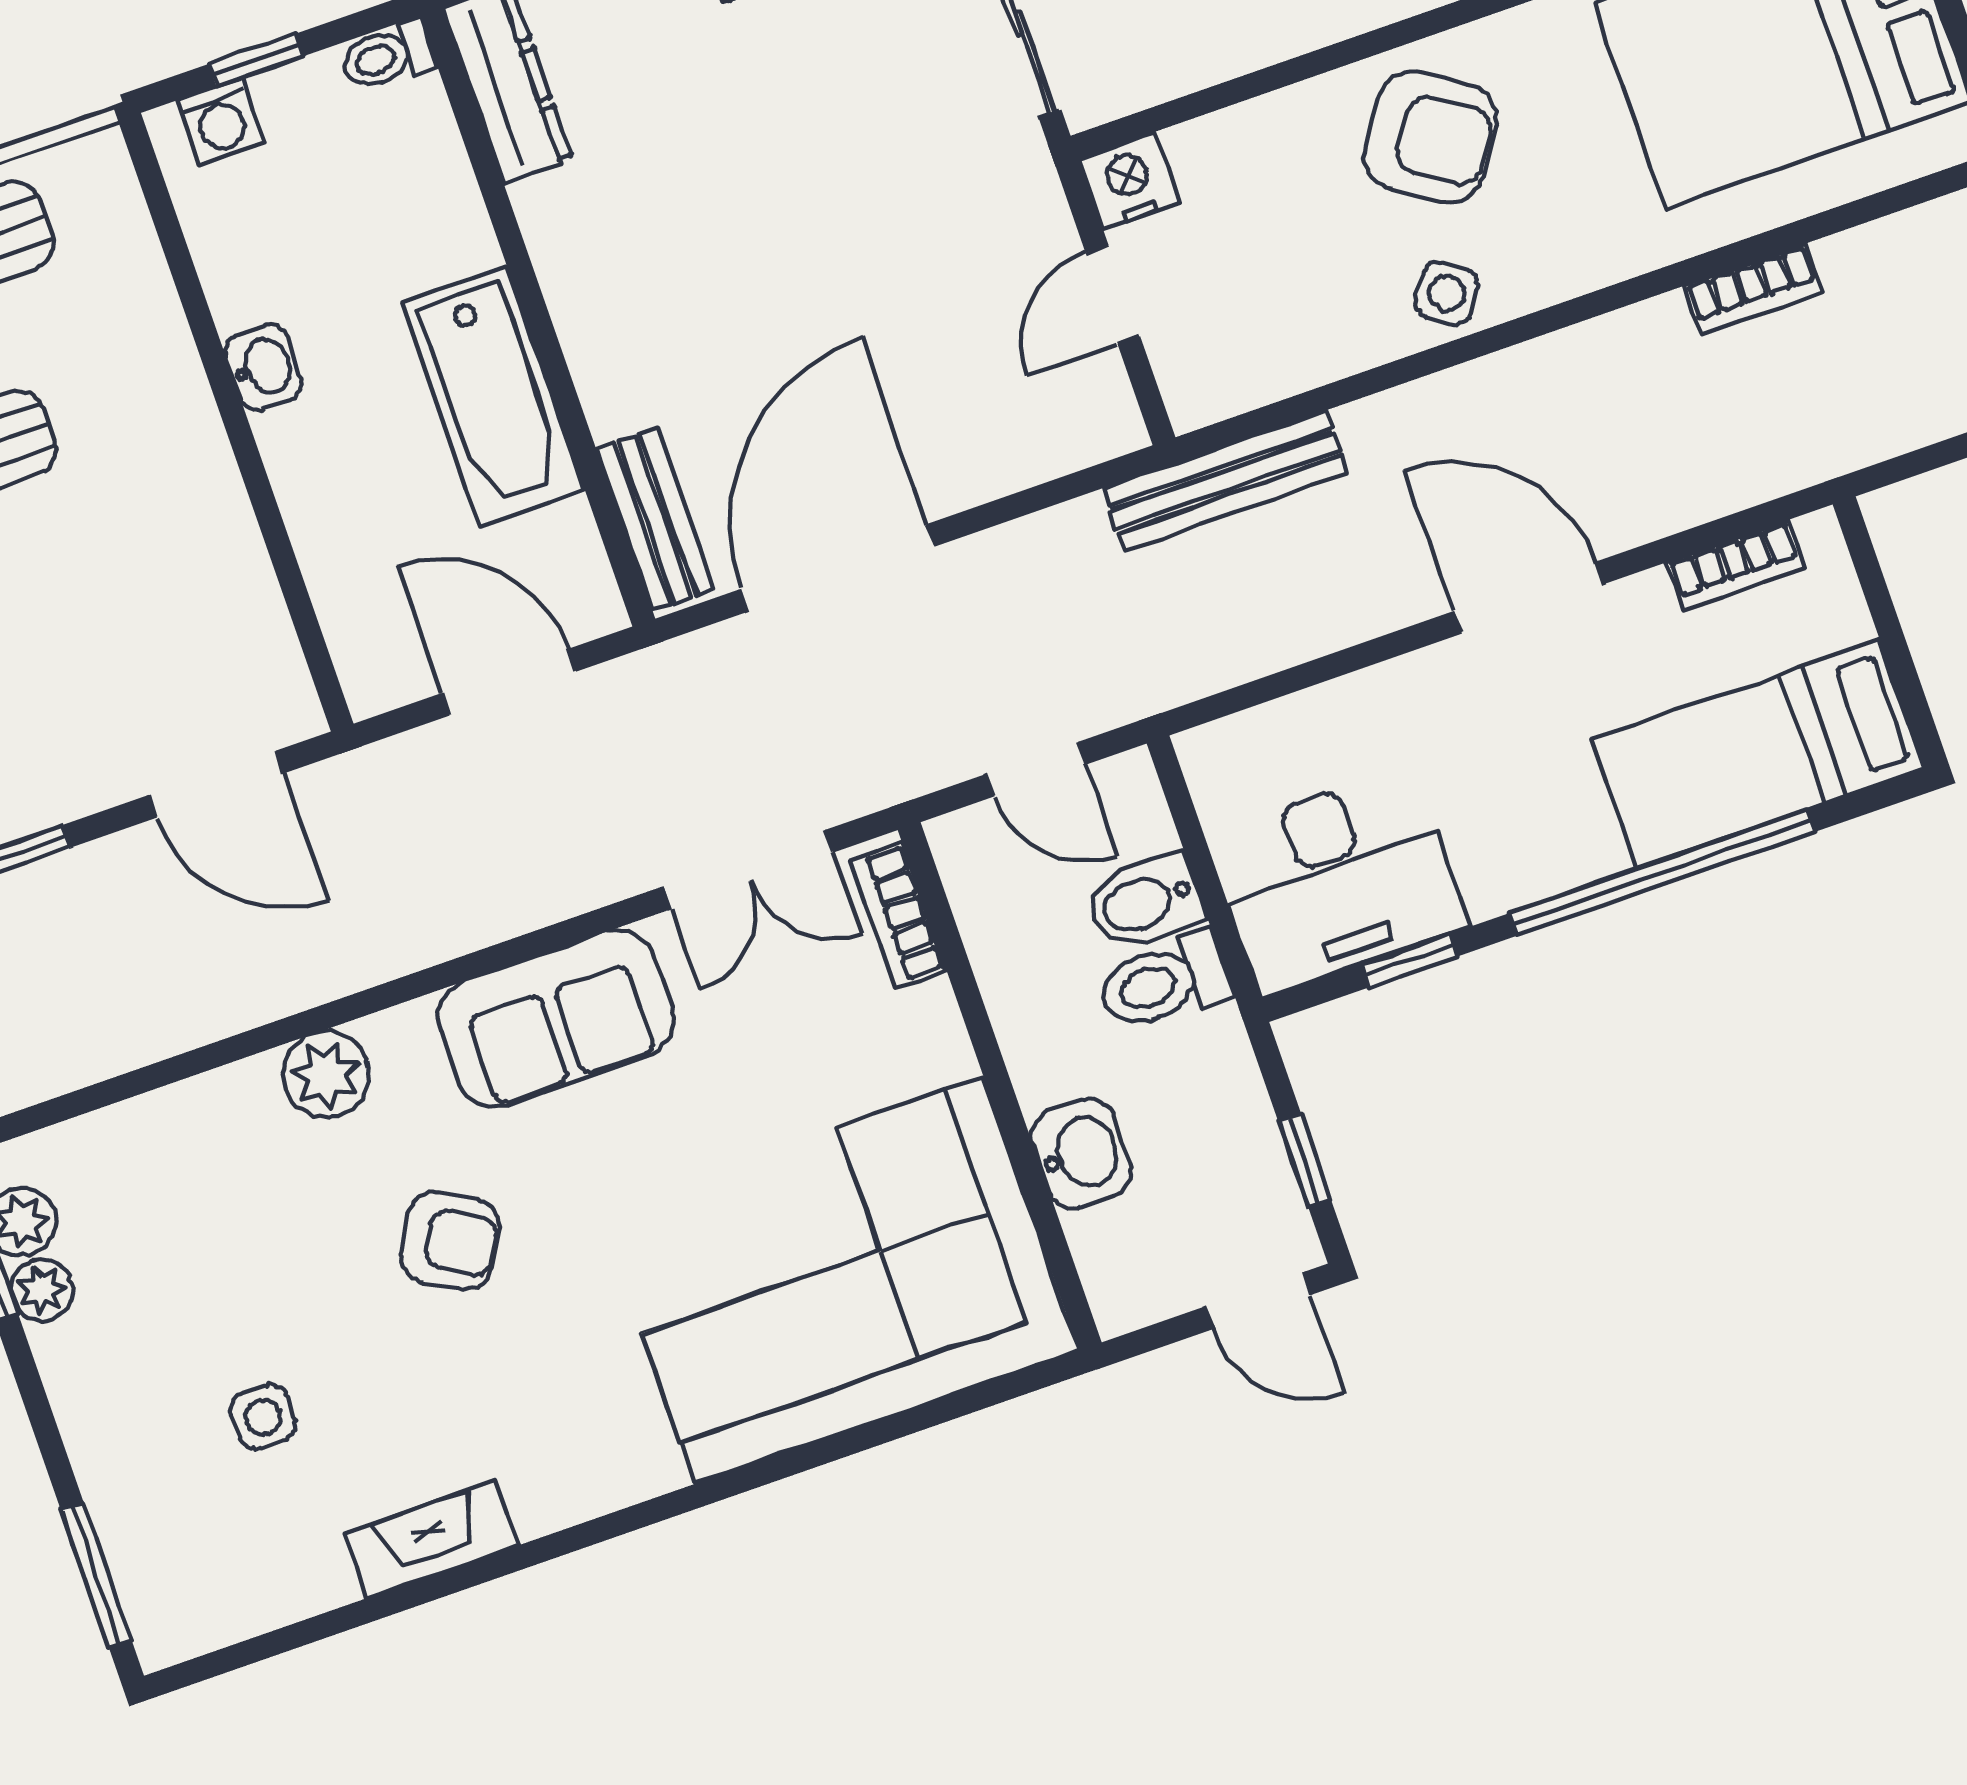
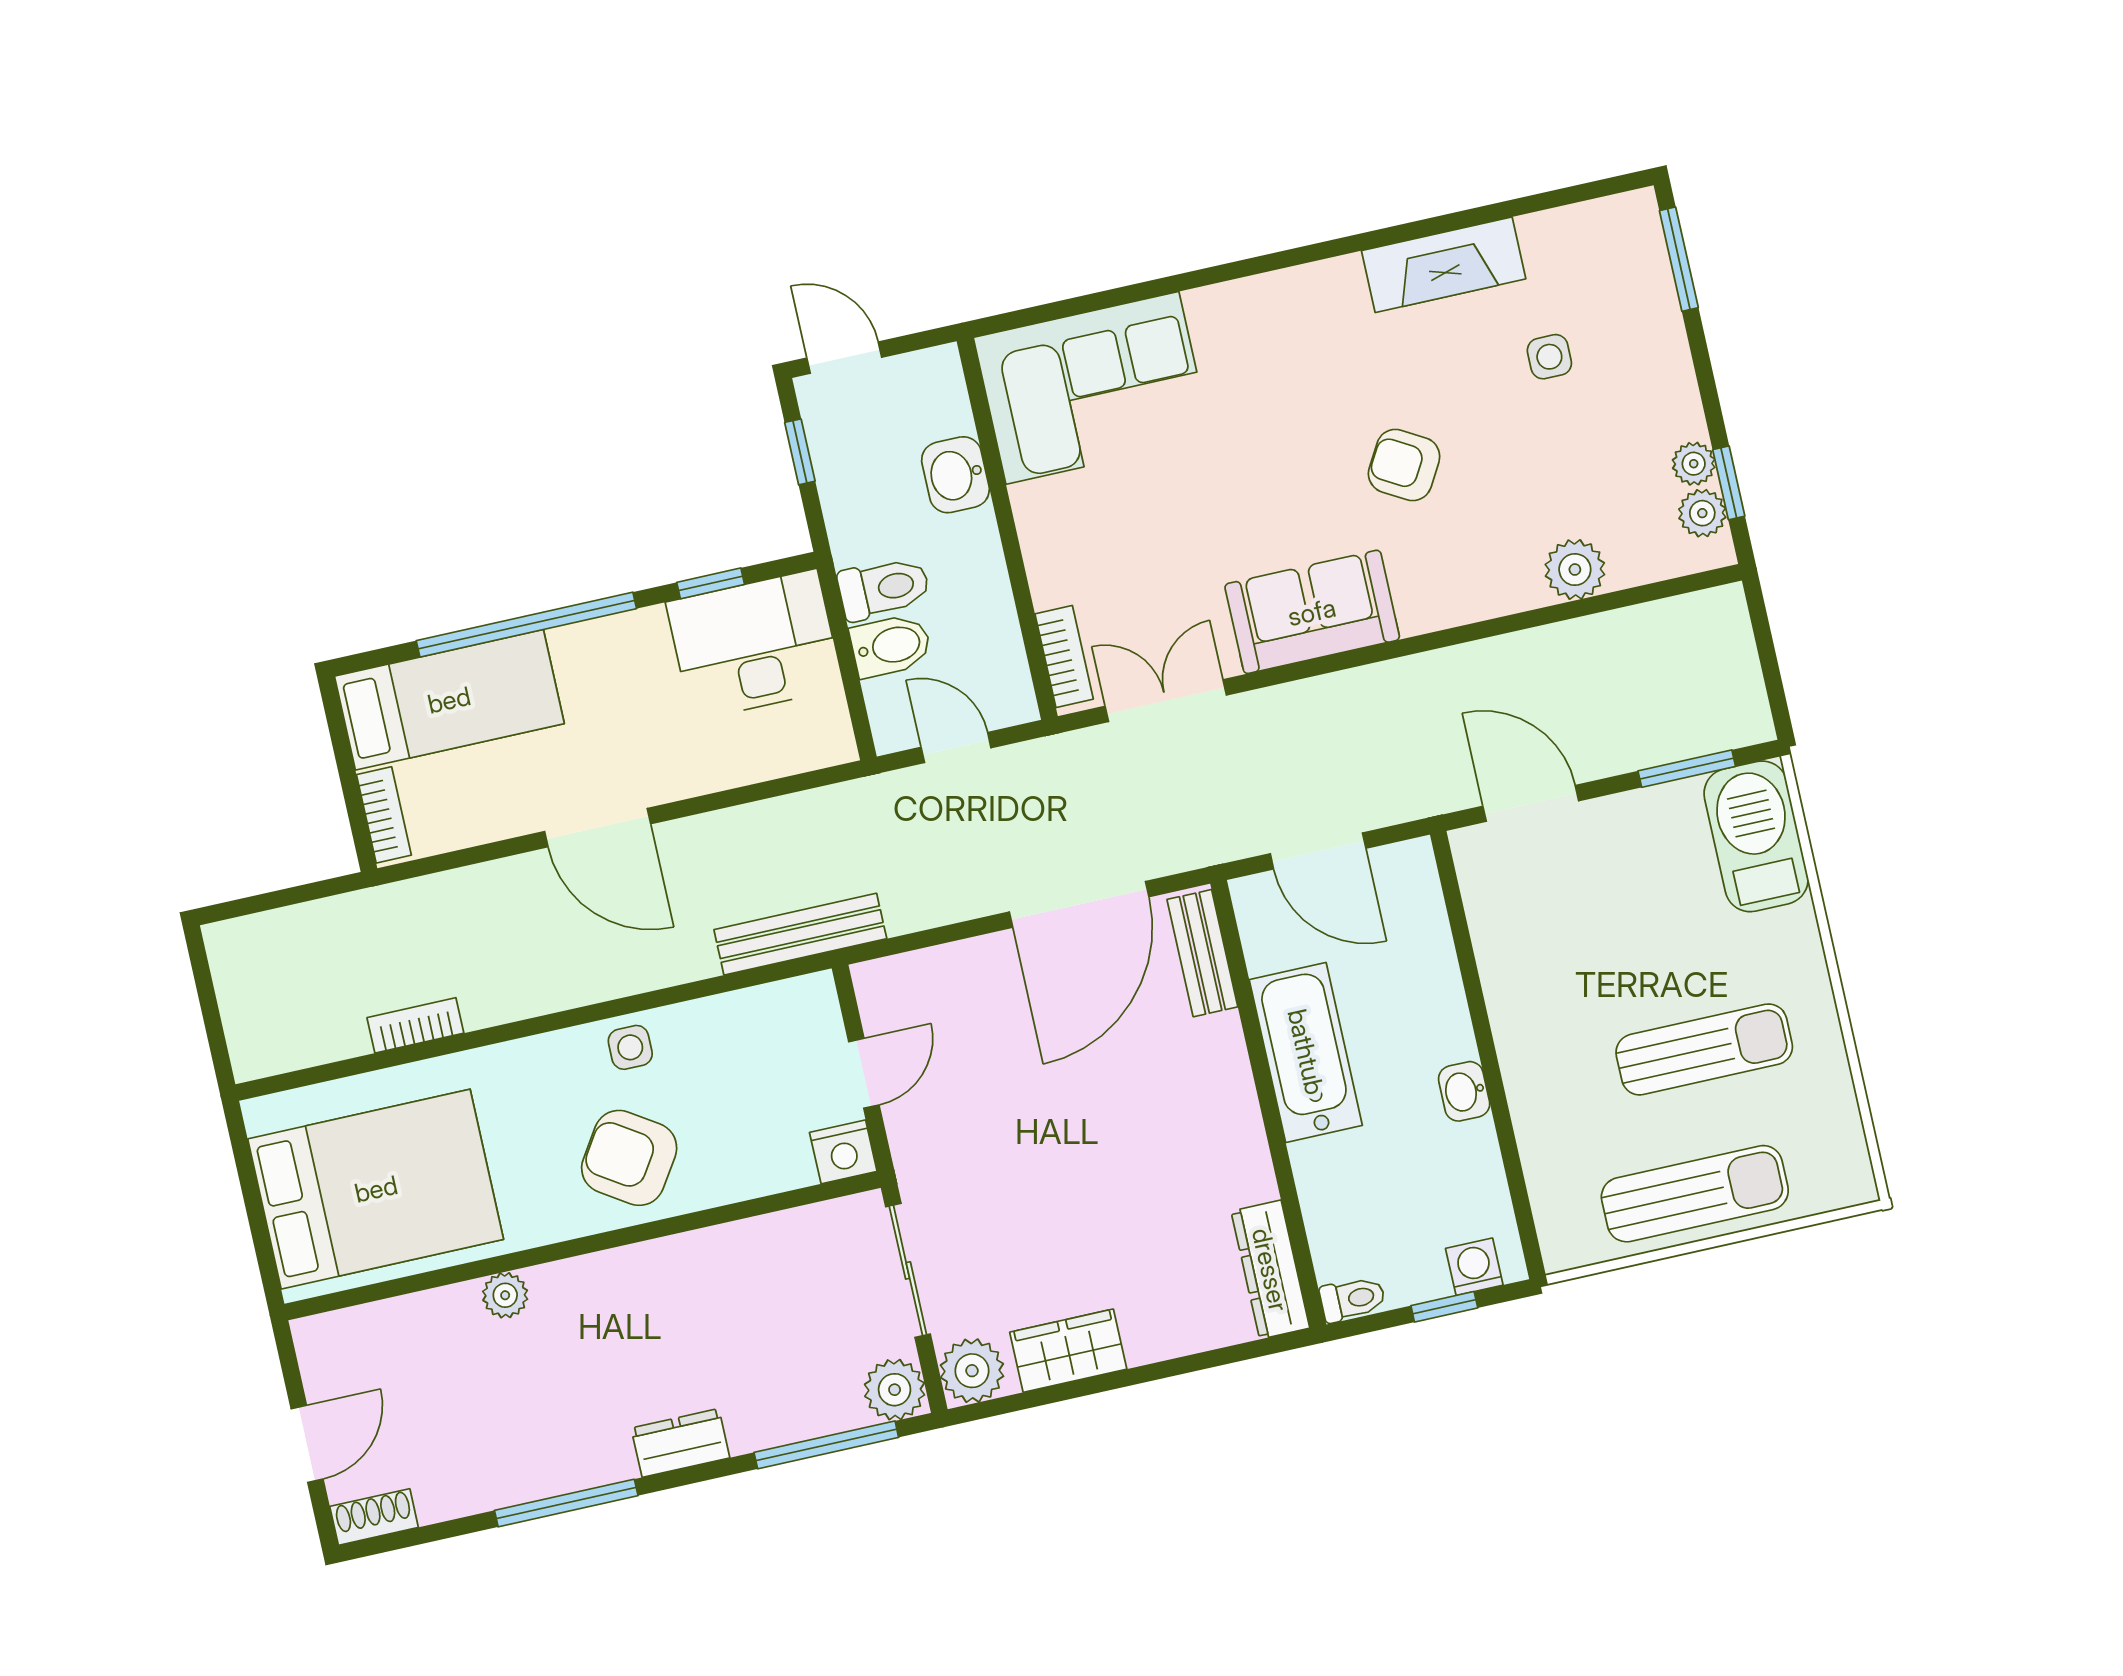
side table: (1447, 293) -> (630, 1047), turned -36
bookcase: (1735, 566) -> (384, 815), moved, turned 90
plant: (326, 1075) -> (1575, 570), moved
corner sofa: (839, 1280) -> (1092, 388), width x0.73, depth x0.74
fireplace: (431, 1540) -> (1444, 265), width x1.37, depth x1.32

